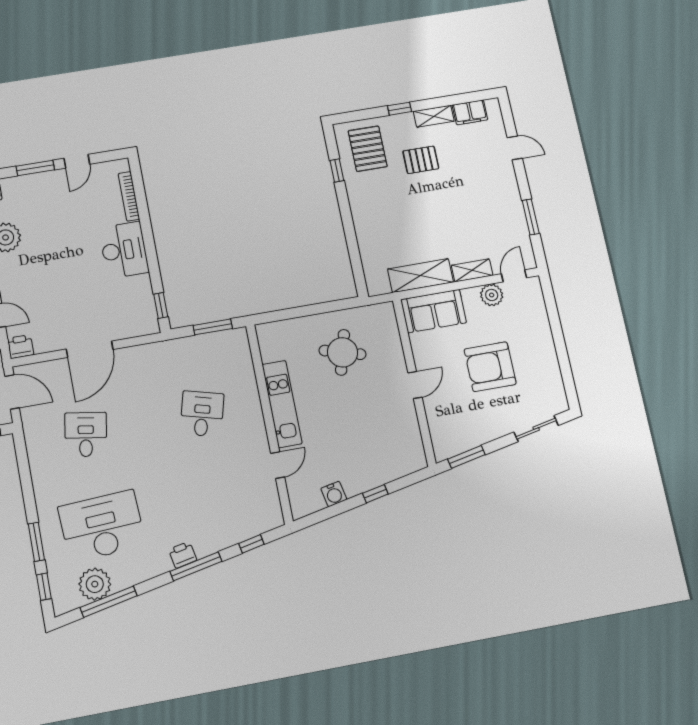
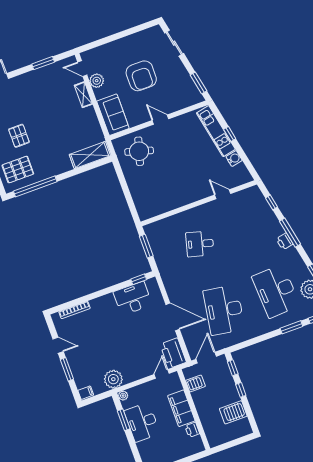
window: (337, 170) -> (35, 186), width x3.17
desk: (124, 250) -> (133, 298), moved
shelving: (420, 276) -> (90, 155), moved, turned 90
printer: (21, 347) -> (173, 353), width x1.87, depth x1.48
round table: (343, 352) -> (139, 151), moved
kitchen unit: (282, 404) -> (216, 131), moved, turned -101
desk: (86, 435) -> (224, 310), width x1.87, depth x1.30

